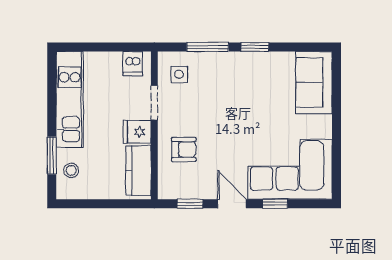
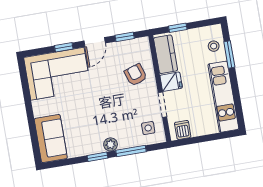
plant: (234, 61) -> (111, 144), added
armchair: (184, 150) -> (136, 75), turned 72
window: (116, 204) -> (178, 28), added
door: (232, 204) -> (95, 42), hinge flipped

